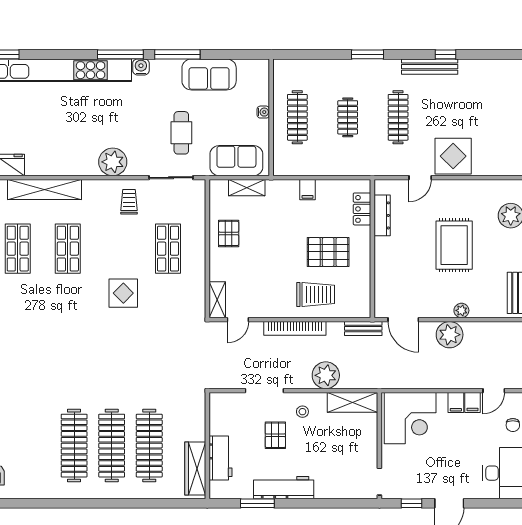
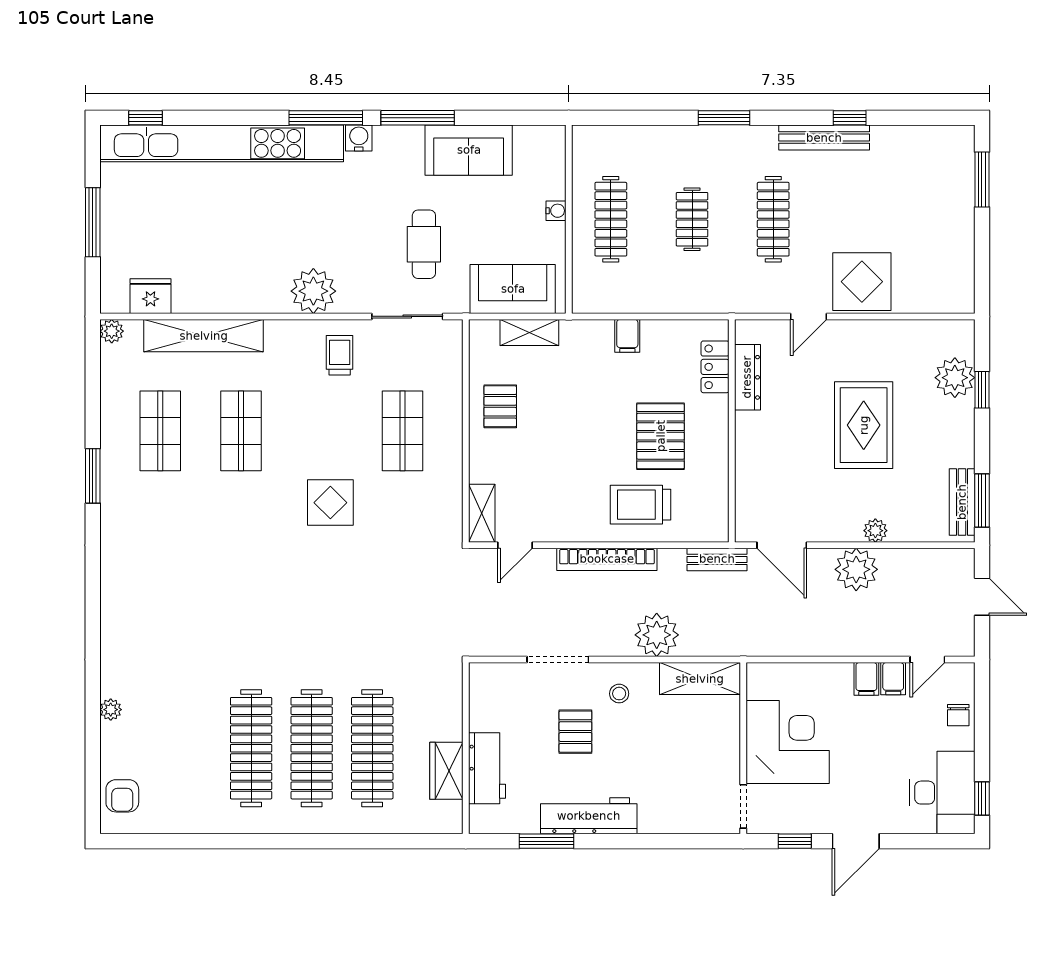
pallet: (328, 252) -> (661, 436), turned 90
trolley: (316, 294) -> (641, 505), turned 180
corner desk: (410, 418) -> (788, 742), moved, turned -90
wardrobe: (195, 468) -> (446, 771), width x0.67

